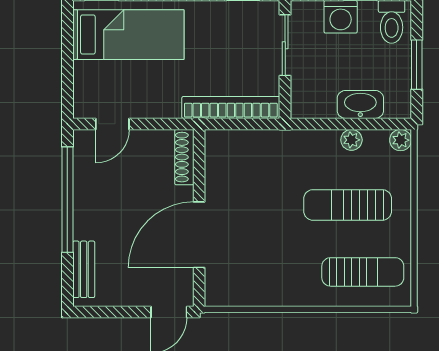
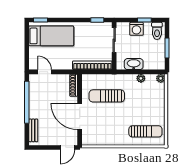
washbasin: (360, 104) -> (134, 64), moved
door: (112, 124) -> (45, 72), swing flipped
sun lounger: (348, 205) -> (107, 96), moved
door: (199, 235) -> (80, 116), hinge flipped

